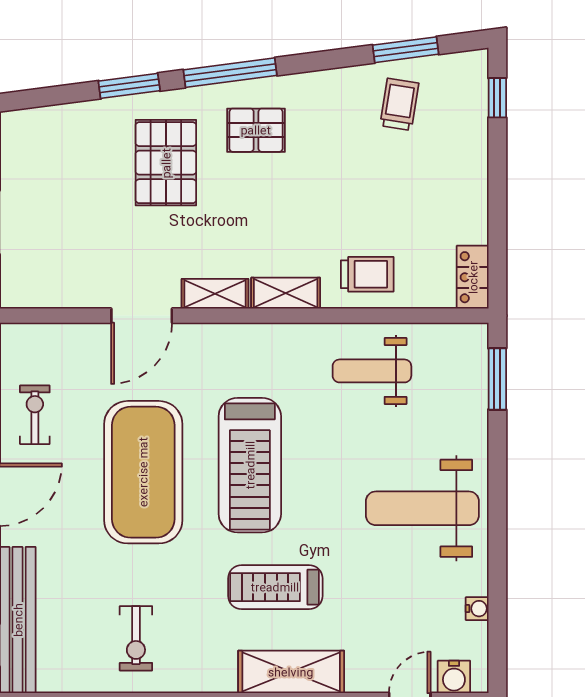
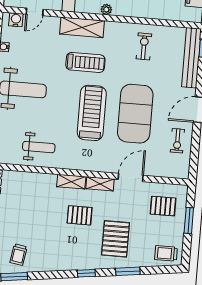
window: (230, 73) -> (86, 273), width x0.46
pallet: (256, 130) -> (80, 215), moved
pallet: (57, 252) -> (163, 206), added
trolley: (367, 274) -> (166, 253), moved

